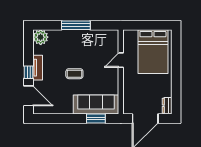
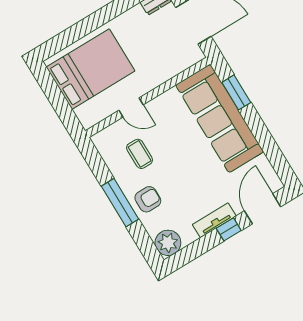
armchair: (69, 40) -> (148, 199), added
coffee table: (74, 74) -> (140, 154), moved
sofa: (96, 105) -> (220, 118), width x1.36, depth x1.27

